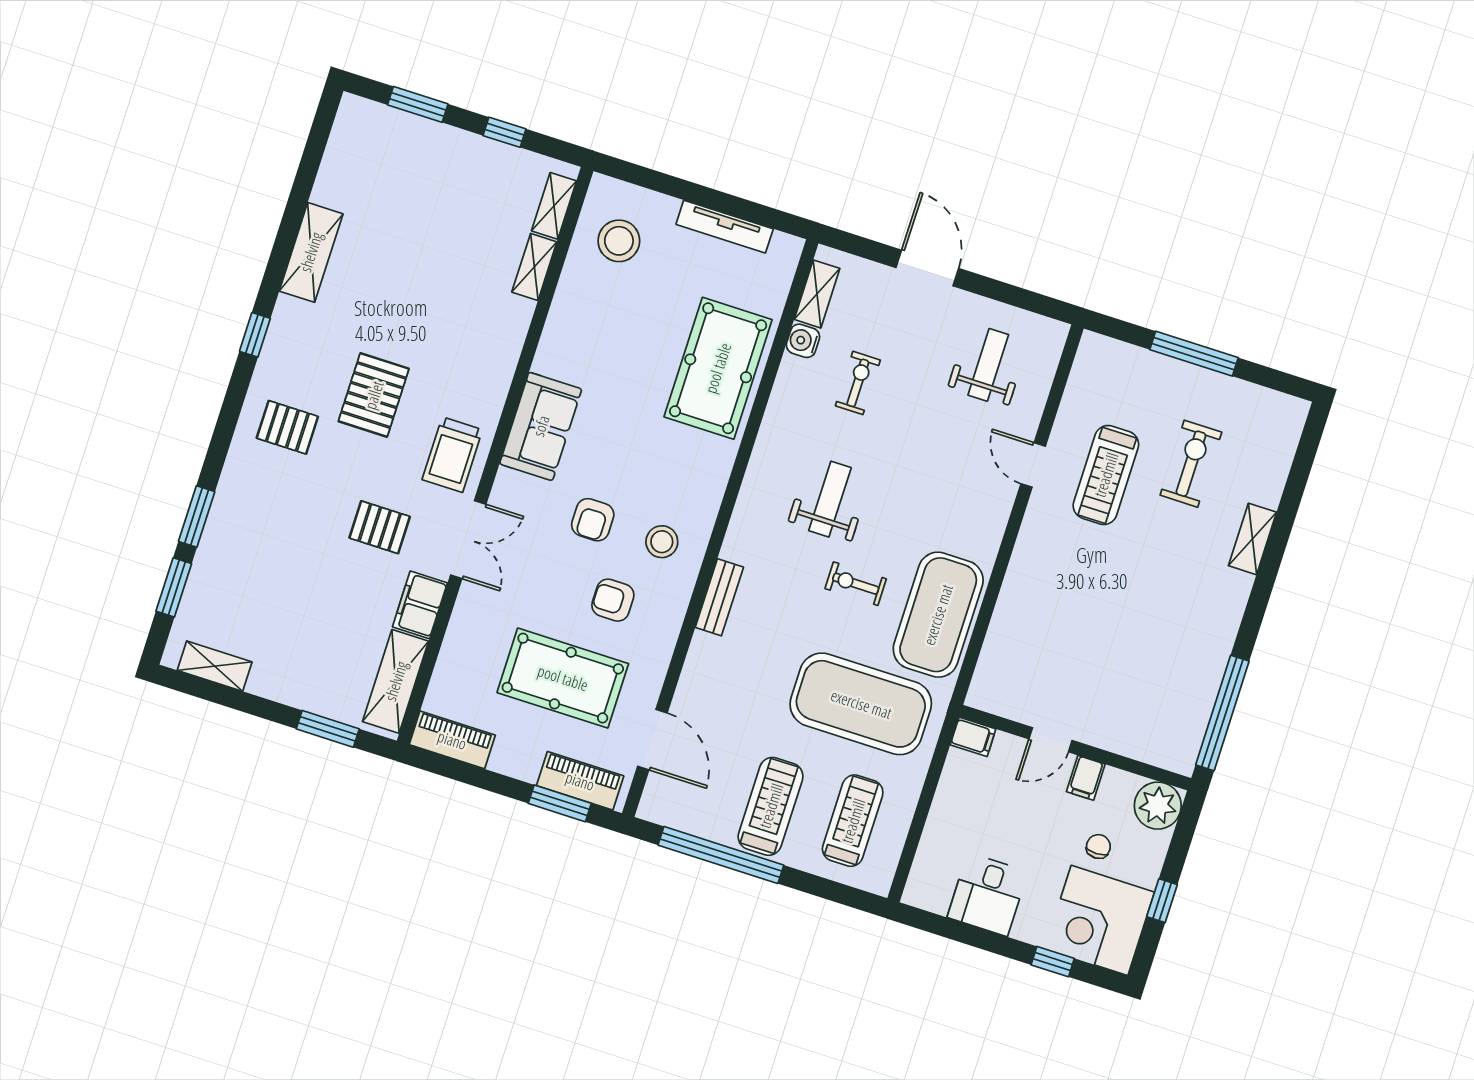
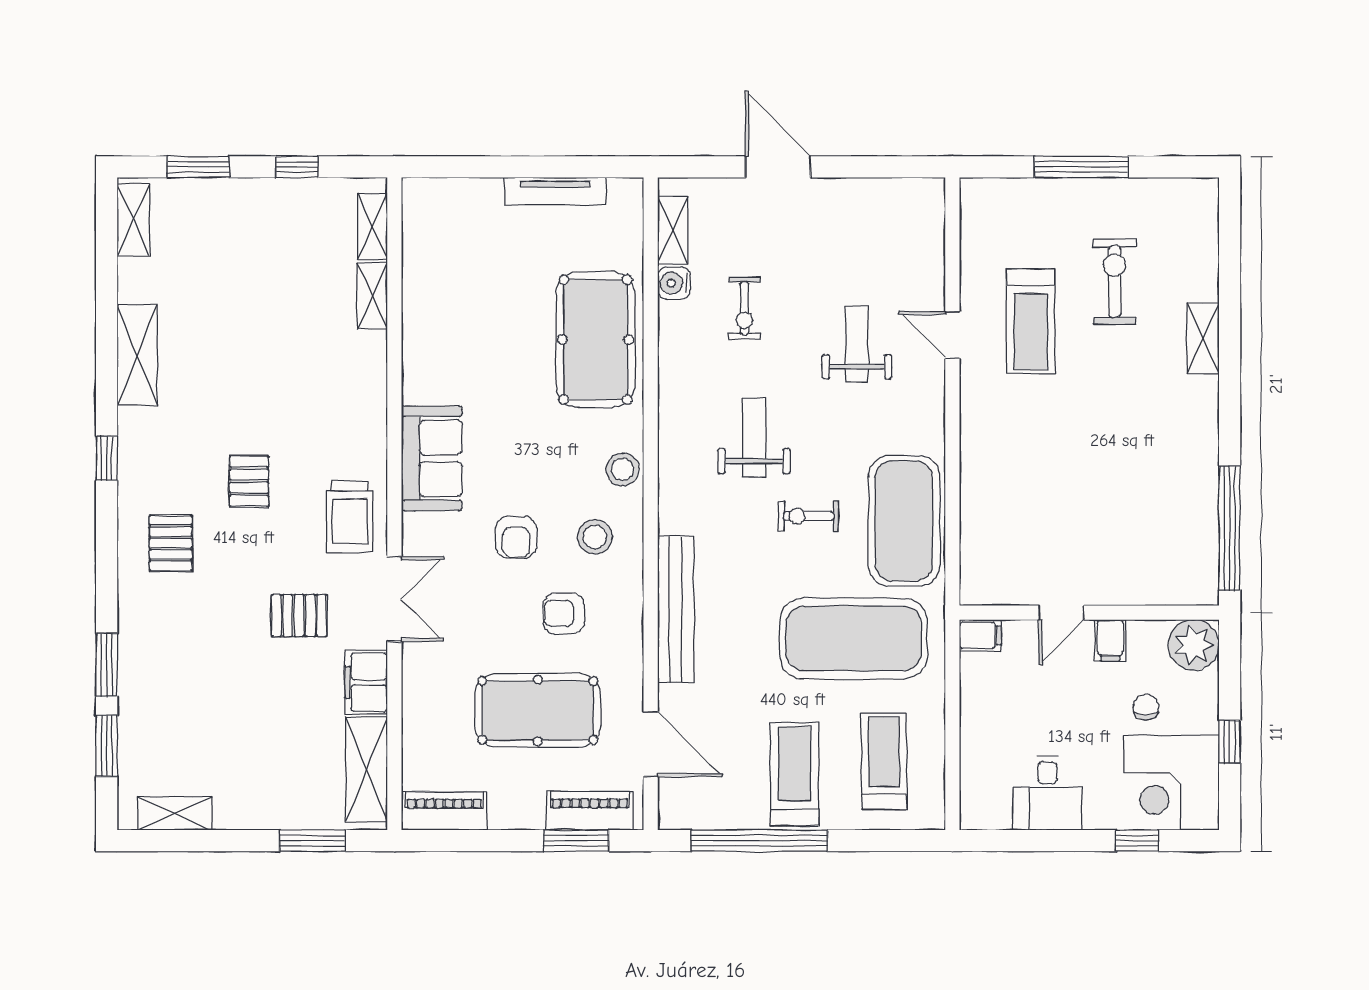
shelving: (346, 133) -> (133, 220), added
stool: (619, 241) -> (623, 469), moved, width x0.73, depth x0.73
weight bench: (988, 365) -> (857, 344), moved
exercise bike: (858, 383) -> (744, 308), turned 180
pallet: (374, 395) -> (249, 481), width x0.67, depth x0.71
pallet: (287, 427) -> (171, 543), turned 90
bench: (719, 597) -> (676, 609), width x1.86, depth x1.21

